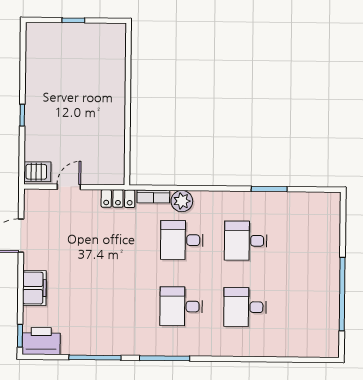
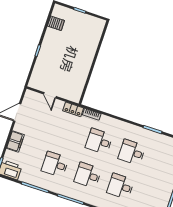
server rack: (37, 172) -> (56, 23), moved
door: (69, 187) -> (50, 95), swing flipped
plant: (182, 201) -> (106, 121), removed
desk: (117, 306) -> (55, 164), added

